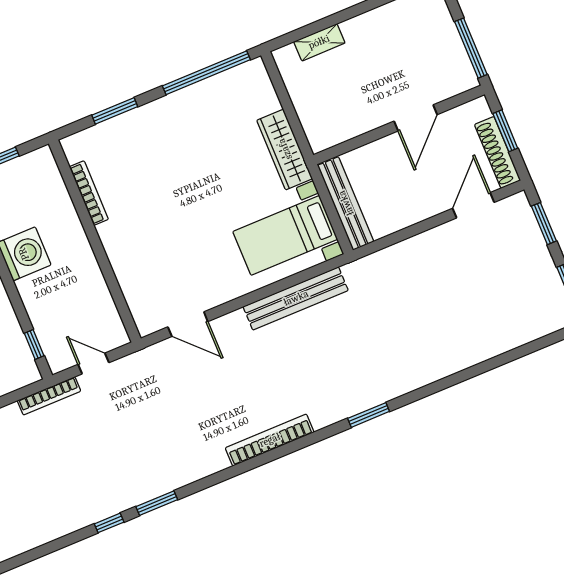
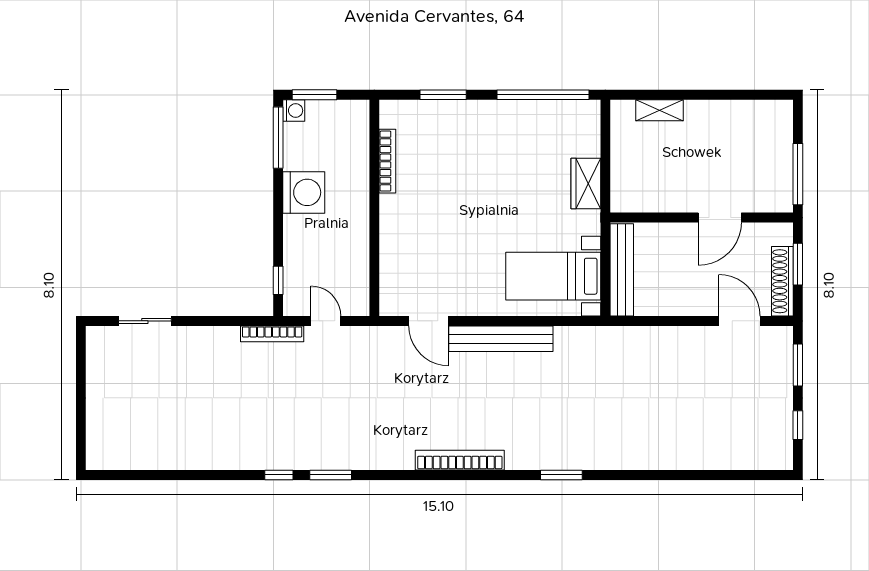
wardrobe: (285, 149) -> (586, 184), width x0.67
door: (473, 205) -> (739, 321), hinge flipped
bench: (296, 298) -> (501, 339), moved

